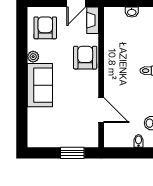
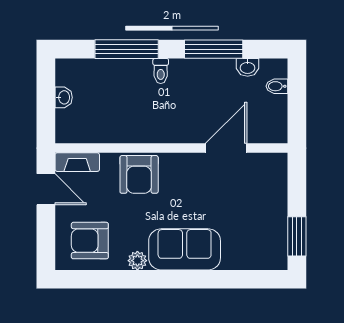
armchair: (85, 58) -> (139, 174), turned -90
window: (72, 153) -> (297, 236), moved

